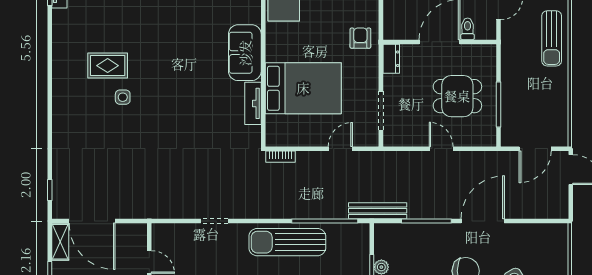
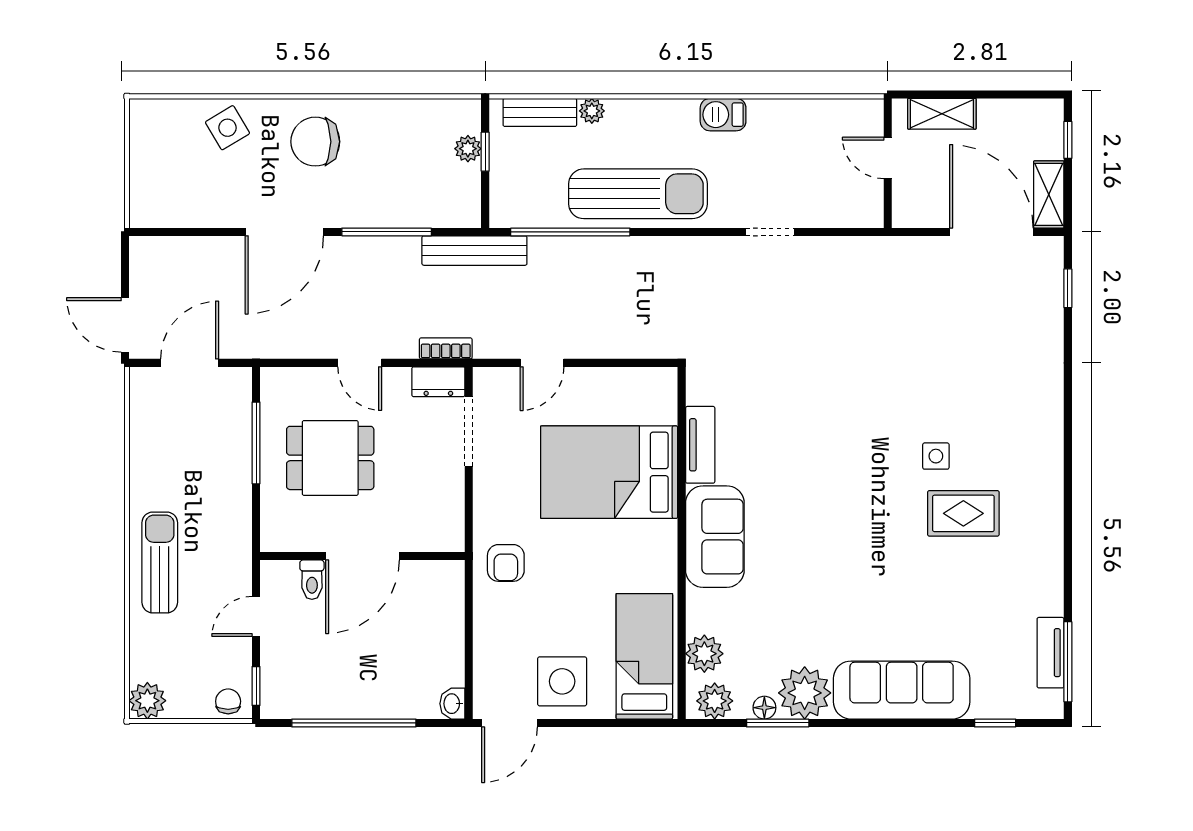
dresser: (391, 59) -> (438, 382), moved, turned -90
bookcase: (281, 157) -> (446, 348), moved

